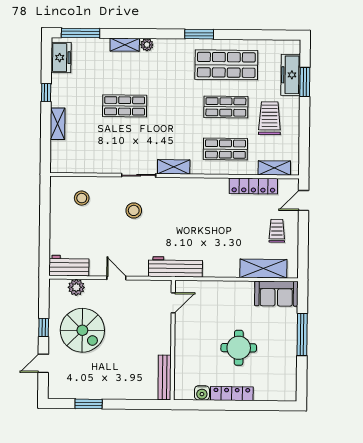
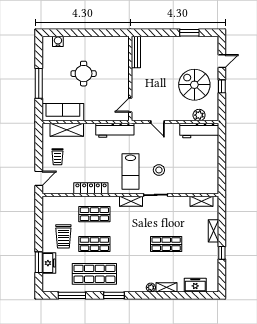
window: (81, 33) -> (72, 295), moved
freezer: (61, 58) -> (195, 285), moved, turned 90
freezer: (291, 75) -> (49, 263), width x0.71
shelving: (274, 168) -> (202, 201), moved
locker: (253, 186) -> (91, 188), moved
stool: (82, 198) -> (196, 178), removed
lab bench: (174, 209) -> (130, 171), added
workbench: (69, 266) -> (199, 130), width x1.38
workbench: (175, 267) -> (115, 130), moved
door: (116, 278) -> (157, 122), moved
sofa: (276, 294) -> (63, 112), width x1.36
water cooler: (202, 393) -> (58, 41), moved
locker: (232, 394) -> (88, 41), removed

